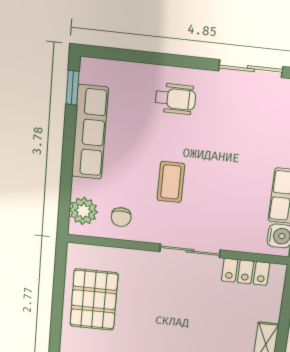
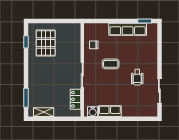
wheelchair: (175, 99) -> (137, 77), moved
plant: (83, 211) -> (95, 29), removed
pallet: (94, 300) -> (46, 43), moved, turned 90

